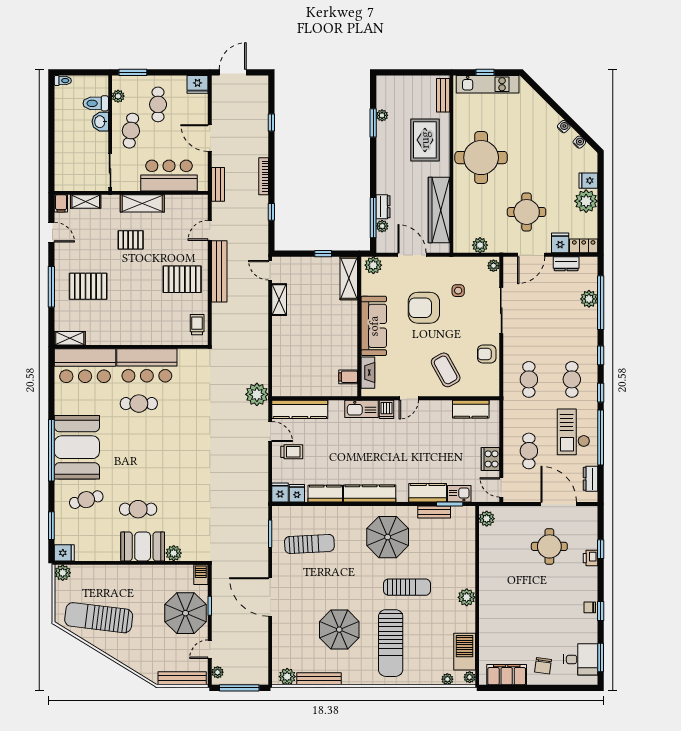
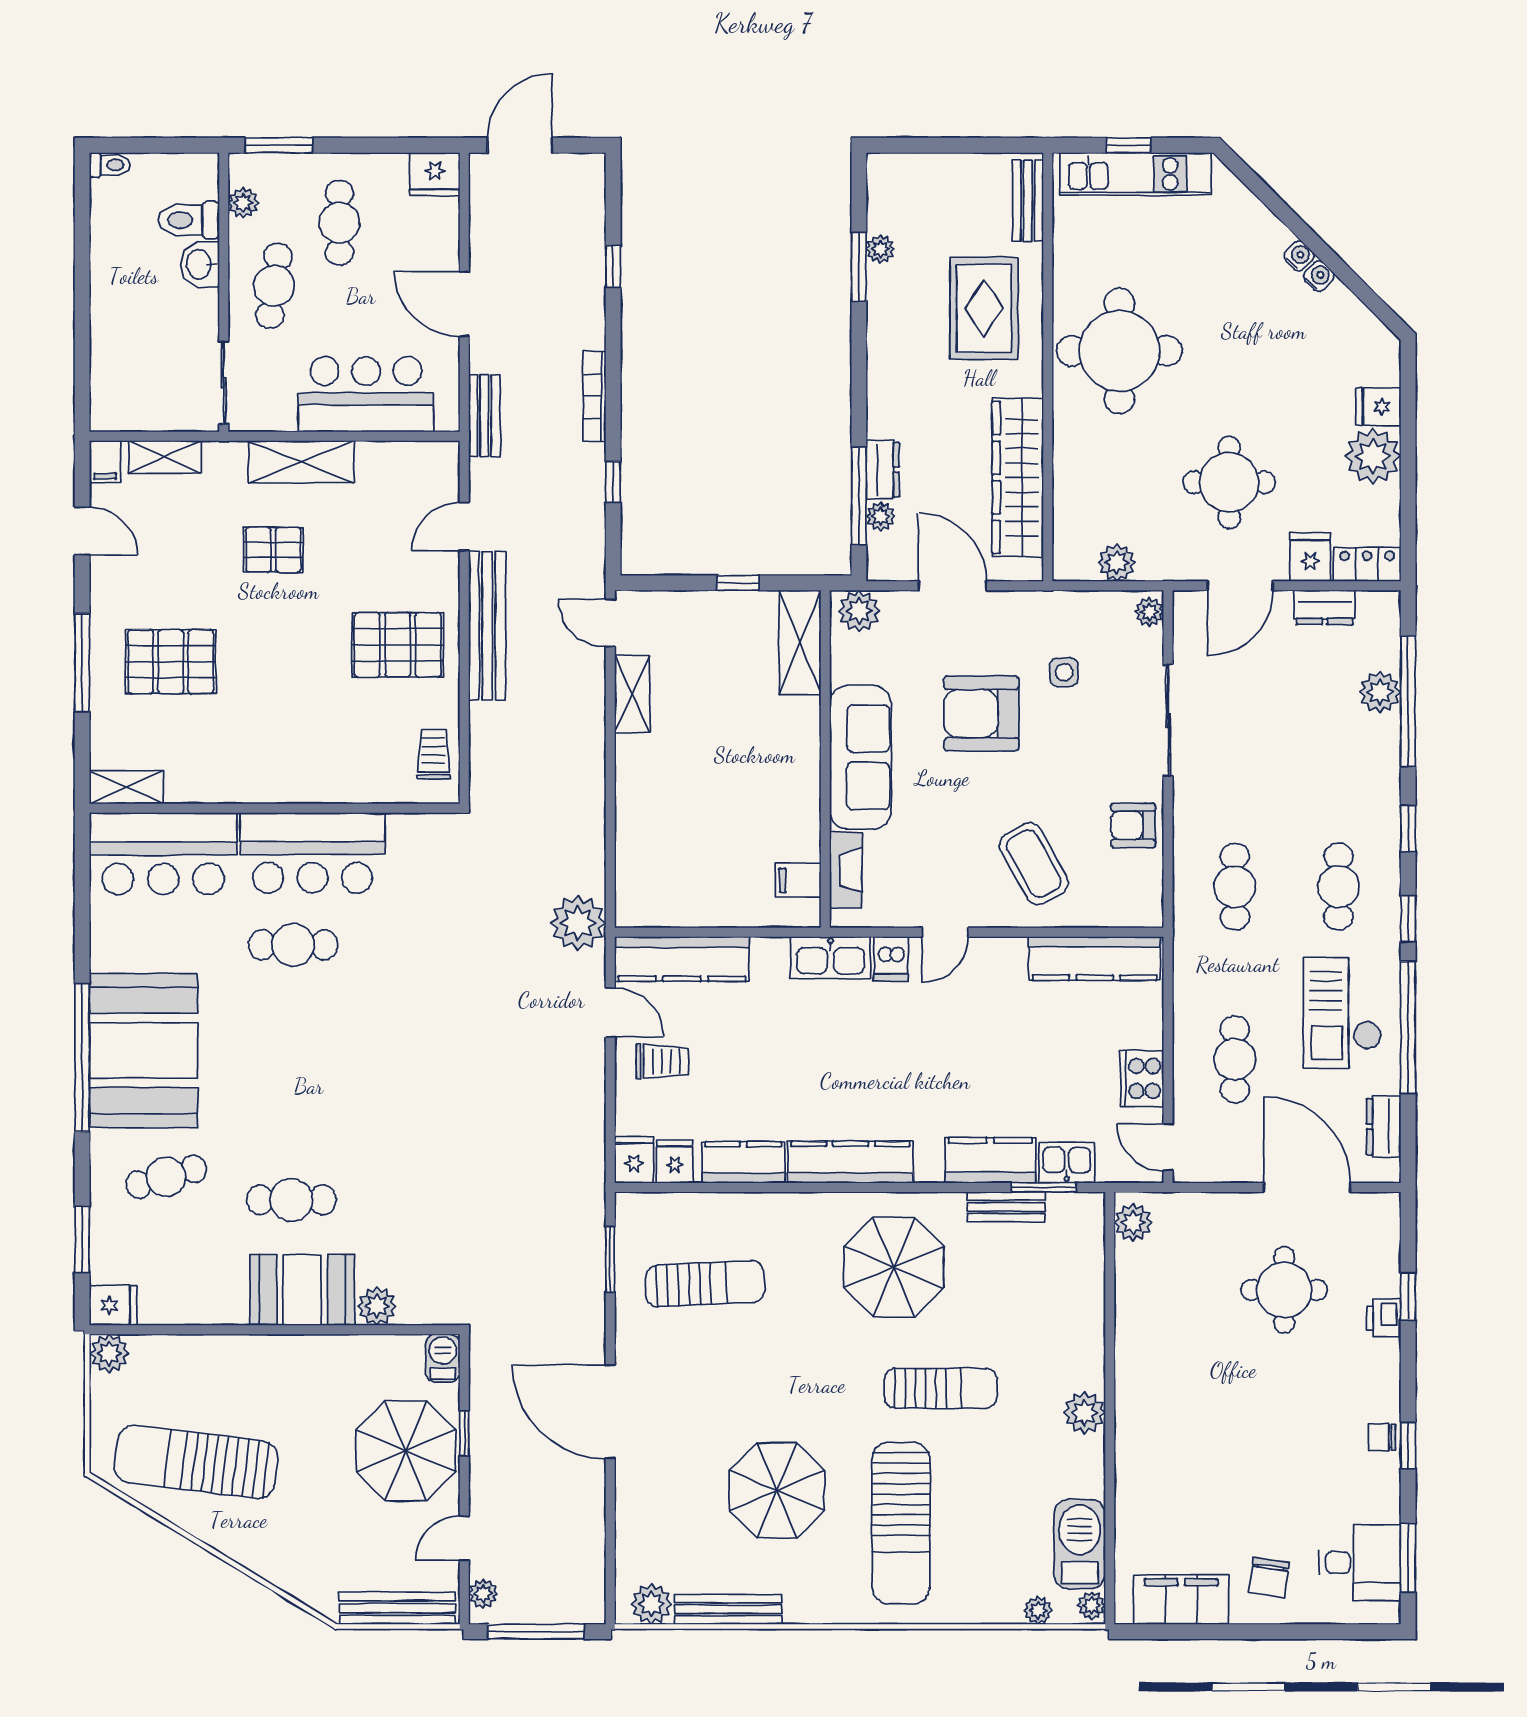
water cooler: (579, 142) -> (1299, 256), moved
kitchen counter: (471, 409) -> (1095, 958), width x1.50

